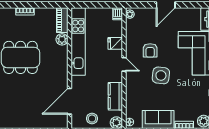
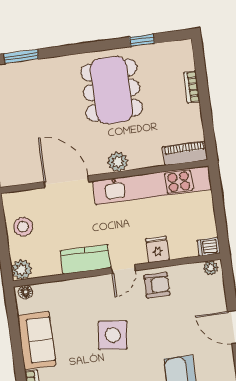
plant: (62, 39) -> (118, 162), moved
armchair: (150, 50) -> (157, 285), moved, turned 180
kitchen counter: (115, 96) -> (86, 259), moved
door: (69, 101) -> (66, 182), moved

